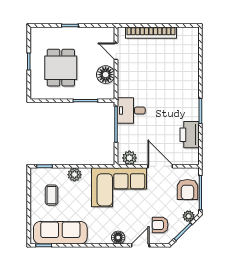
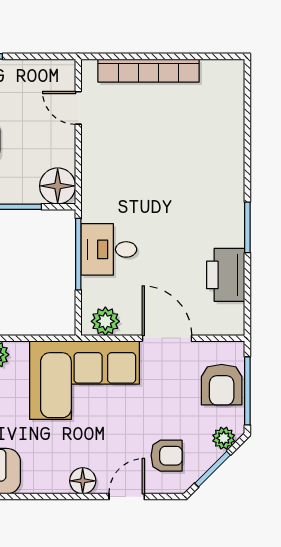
floor lamp: (106, 75) -> (58, 186), moved
desk: (131, 111) -> (109, 249), moved
armchair: (160, 225) -> (167, 456), turned 180

